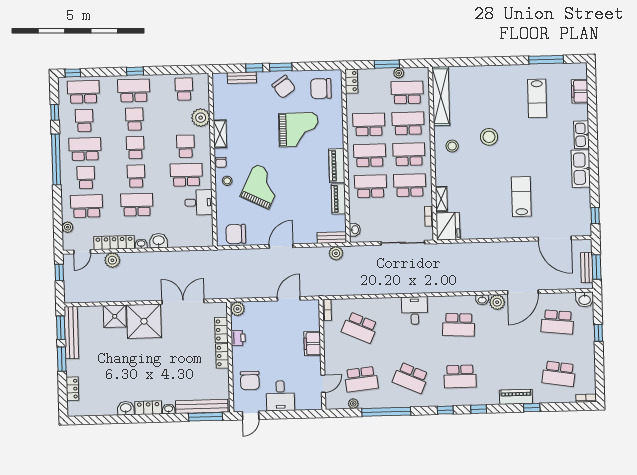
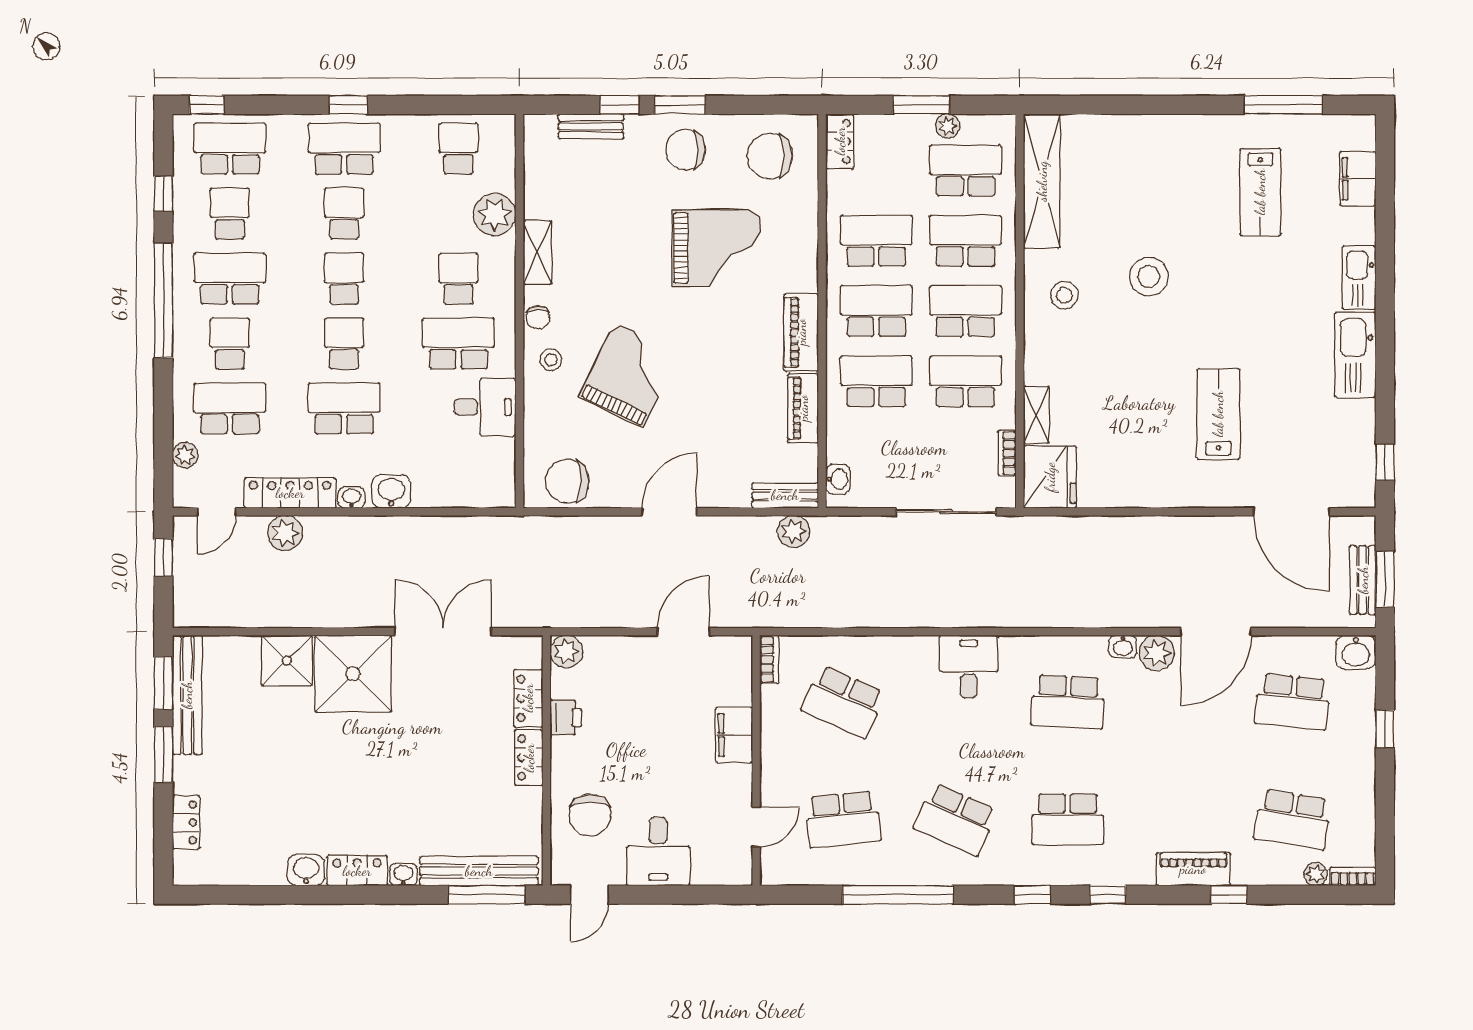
chair: (284, 87) -> (685, 150), turned 125
plant: (353, 404) -> (1316, 874), moved

